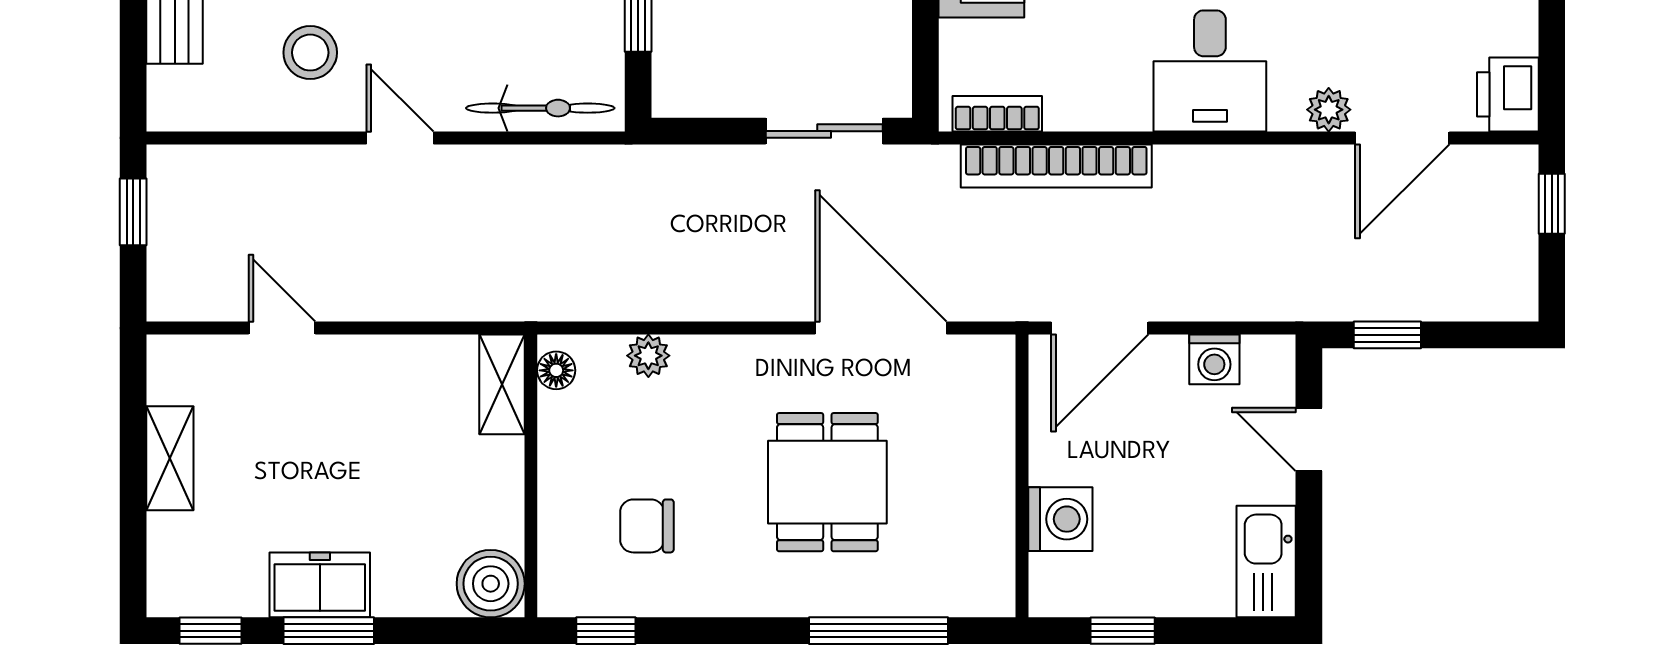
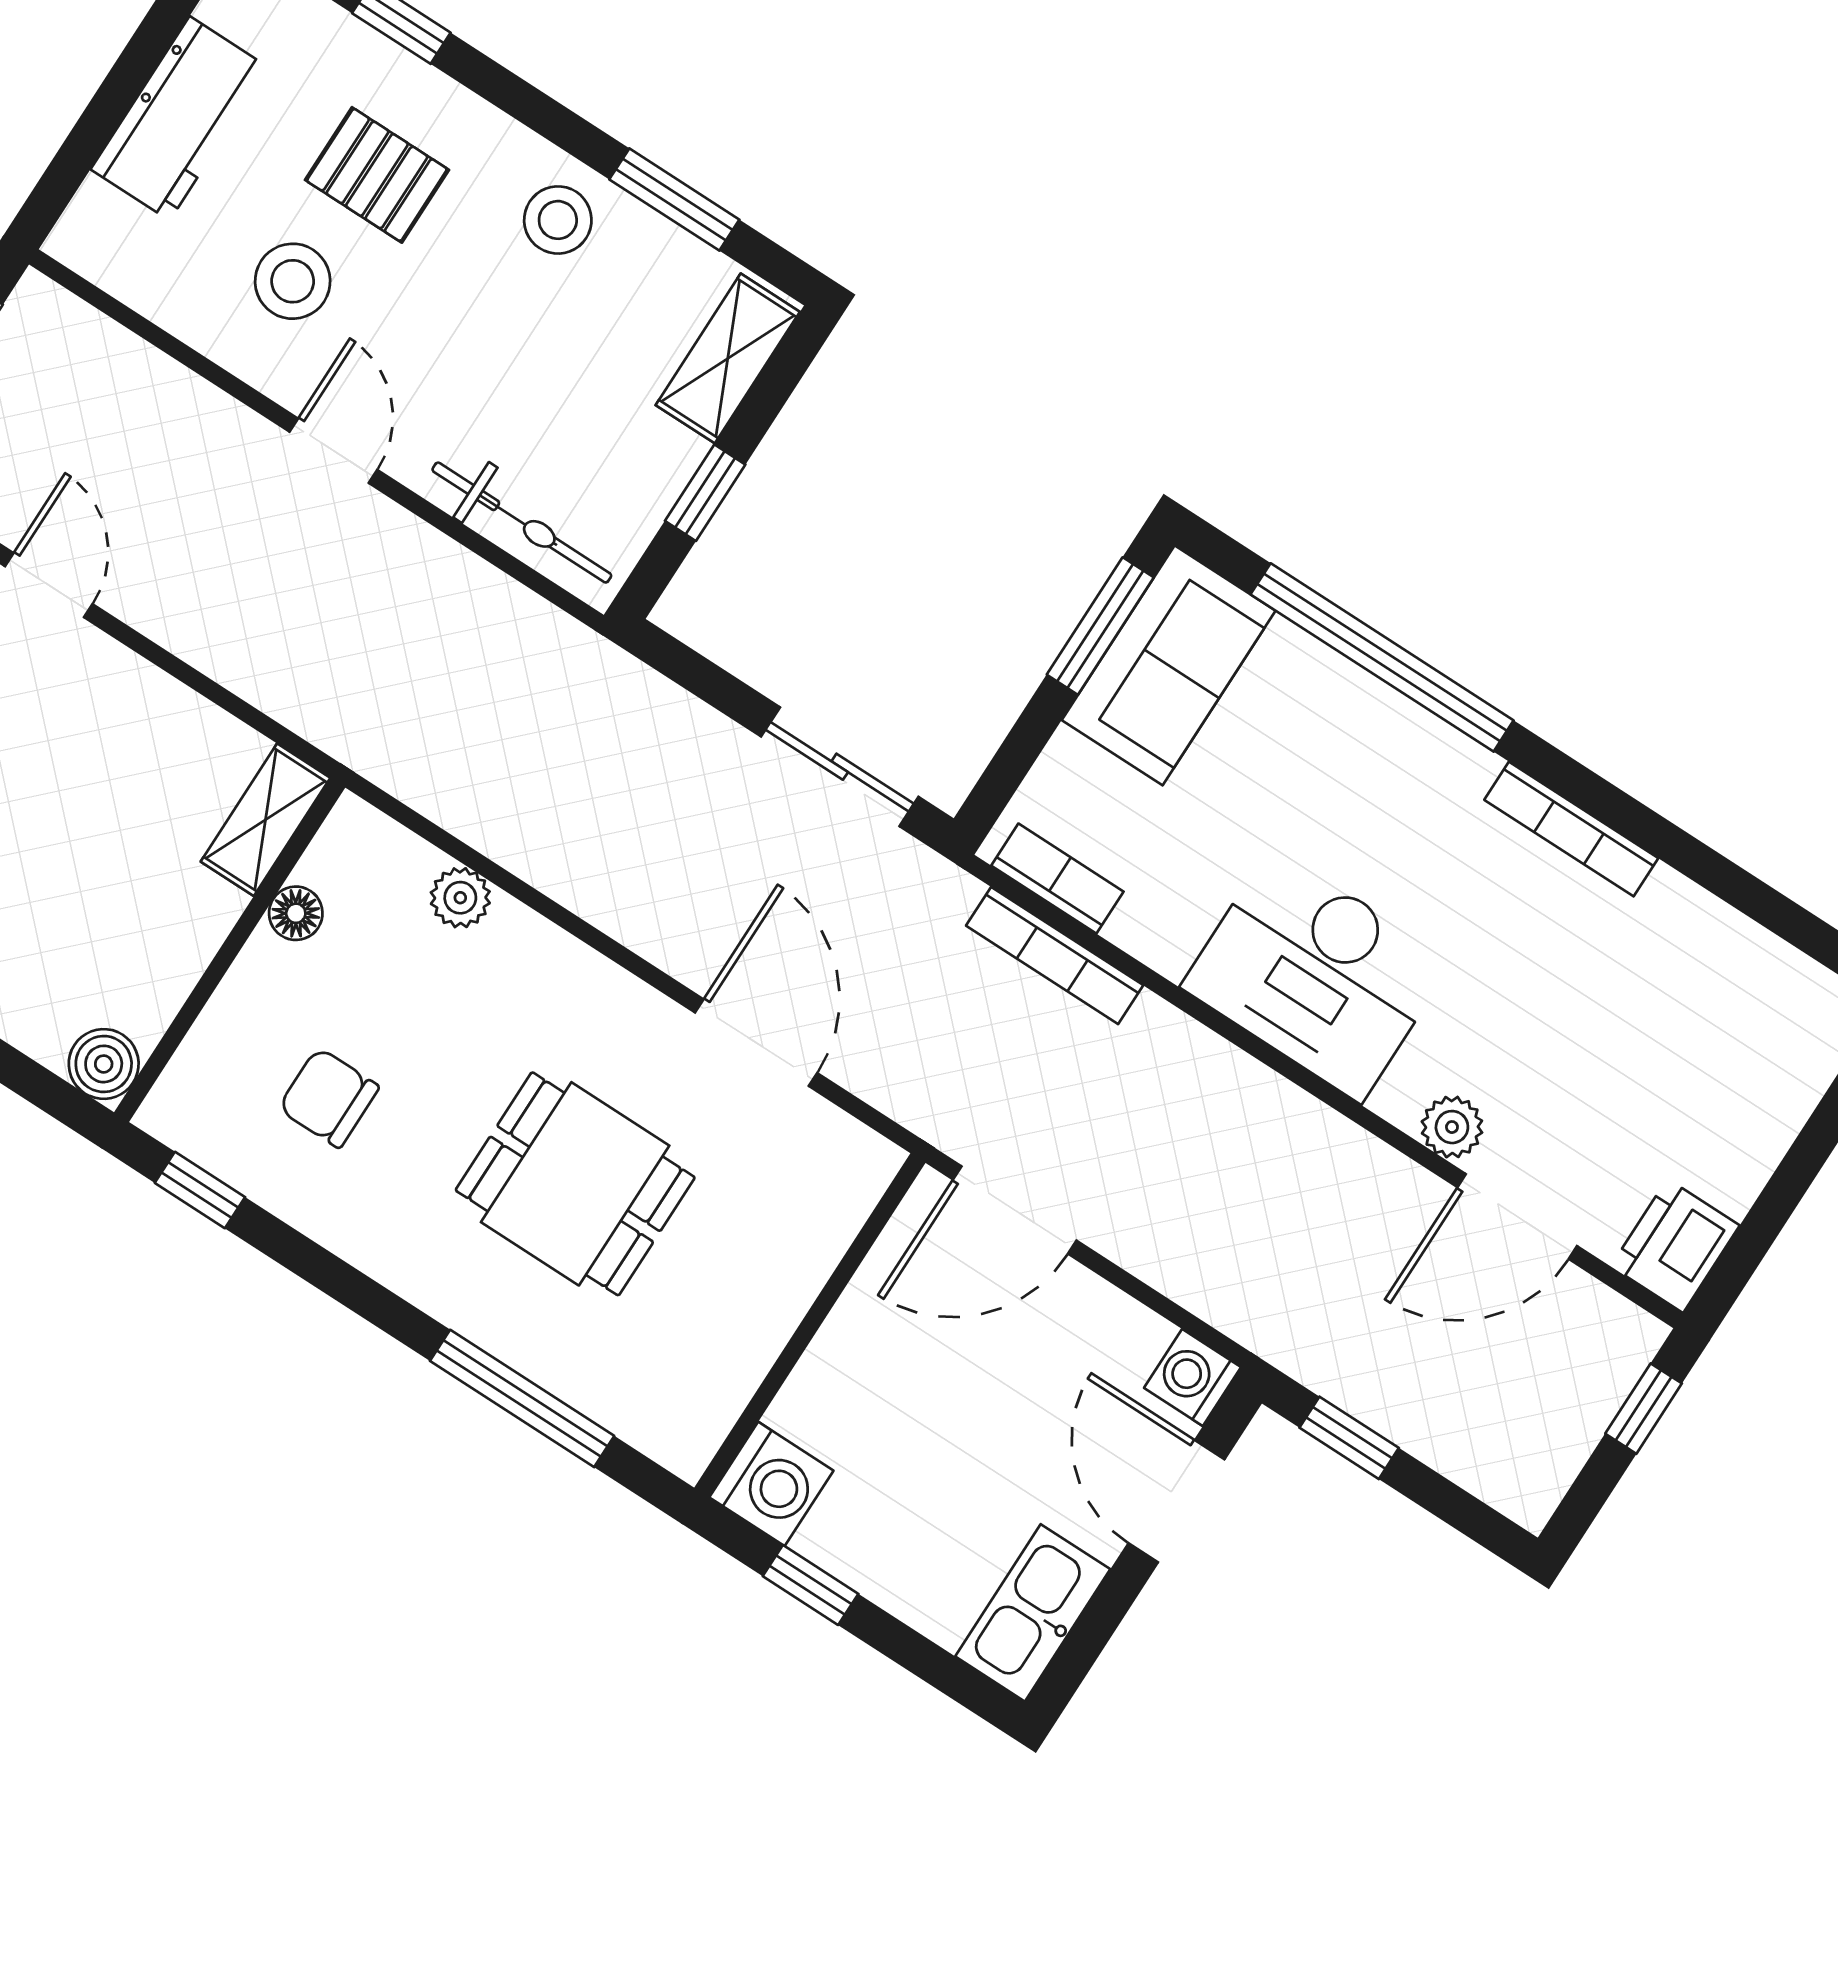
desk: (1210, 71) -> (1317, 974), width x1.37
bookcase: (1056, 166) -> (1055, 955), width x0.68, depth x0.76
door: (881, 328) -> (756, 1043), width x0.73
washing machine: (1214, 359) -> (1193, 1378), moved, turned 90
floor lamp: (556, 370) -> (296, 913), moved
door: (1309, 439) -> (1177, 1501), width x1.37
dining table: (827, 482) -> (575, 1184), turned 90
washing machine: (1060, 519) -> (771, 1484), moved
boiler: (491, 584) -> (104, 1064), width x0.73, depth x0.73

